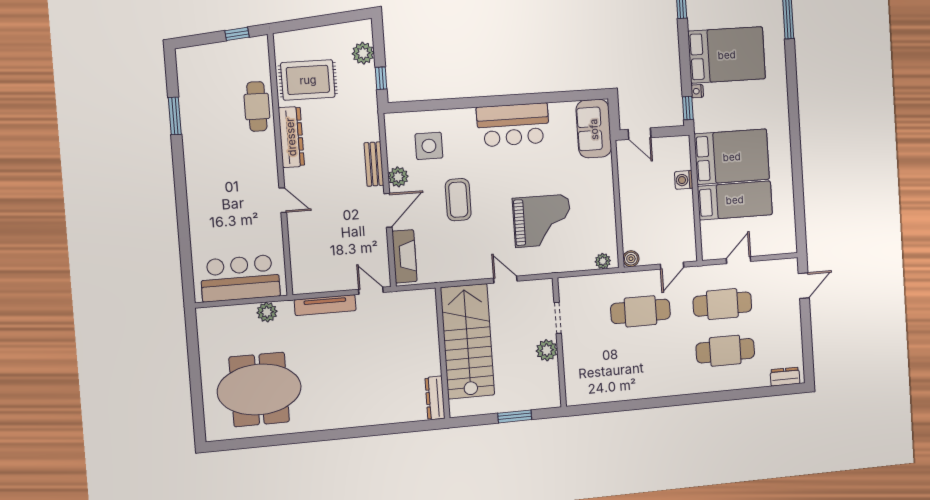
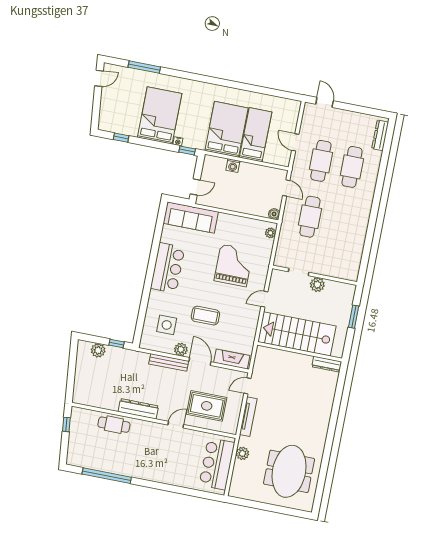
rug: (308, 80) -> (207, 406), moved, turned 90
window: (175, 116) -> (107, 476), width x2.11
sofa: (594, 129) -> (191, 218), width x1.36
bench: (374, 164) -> (169, 362), width x1.36
dresser: (785, 377) -> (380, 135), width x1.44

